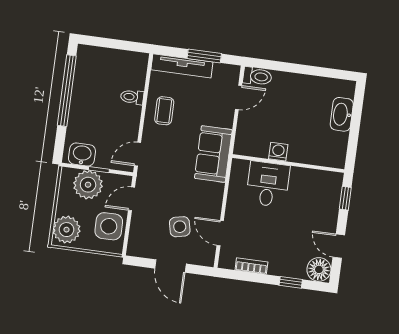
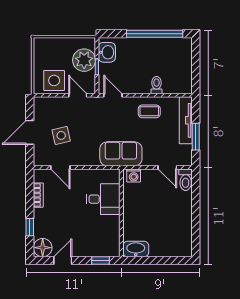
washbasin: (342, 114) -> (136, 249), moved
washing machine: (278, 152) -> (134, 176), moved, turned 90
plant: (67, 230) -> (47, 48), removed
door: (220, 233) -> (60, 167), swing flipped

